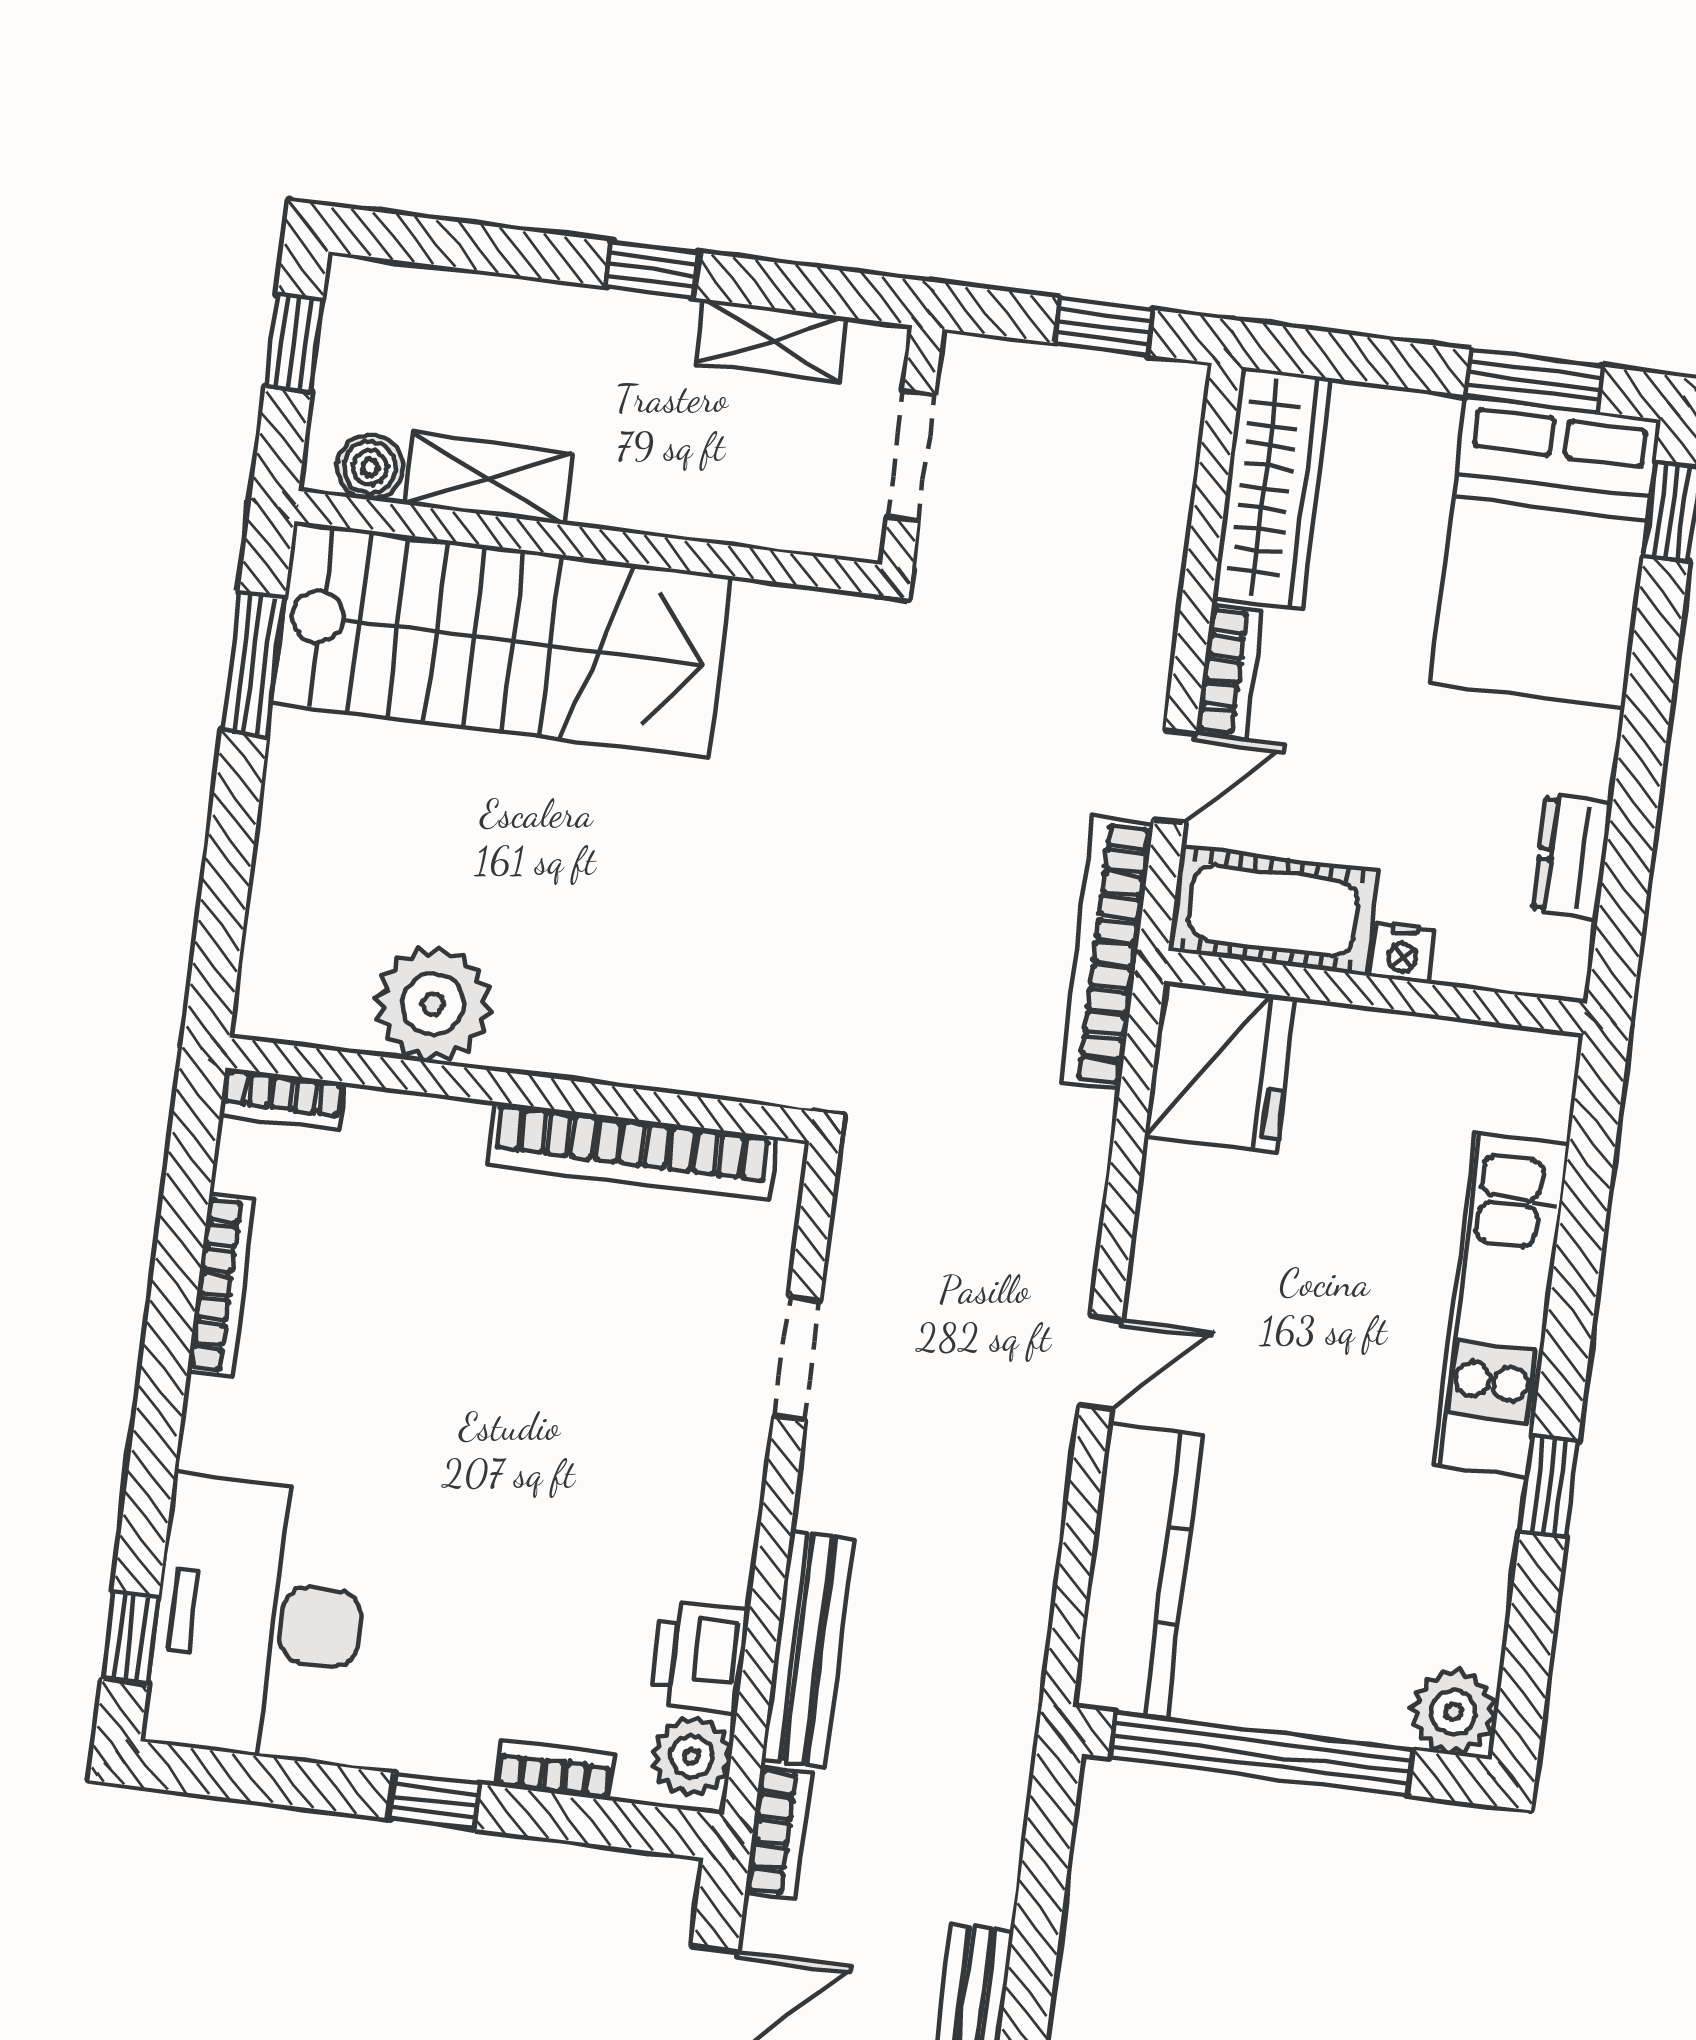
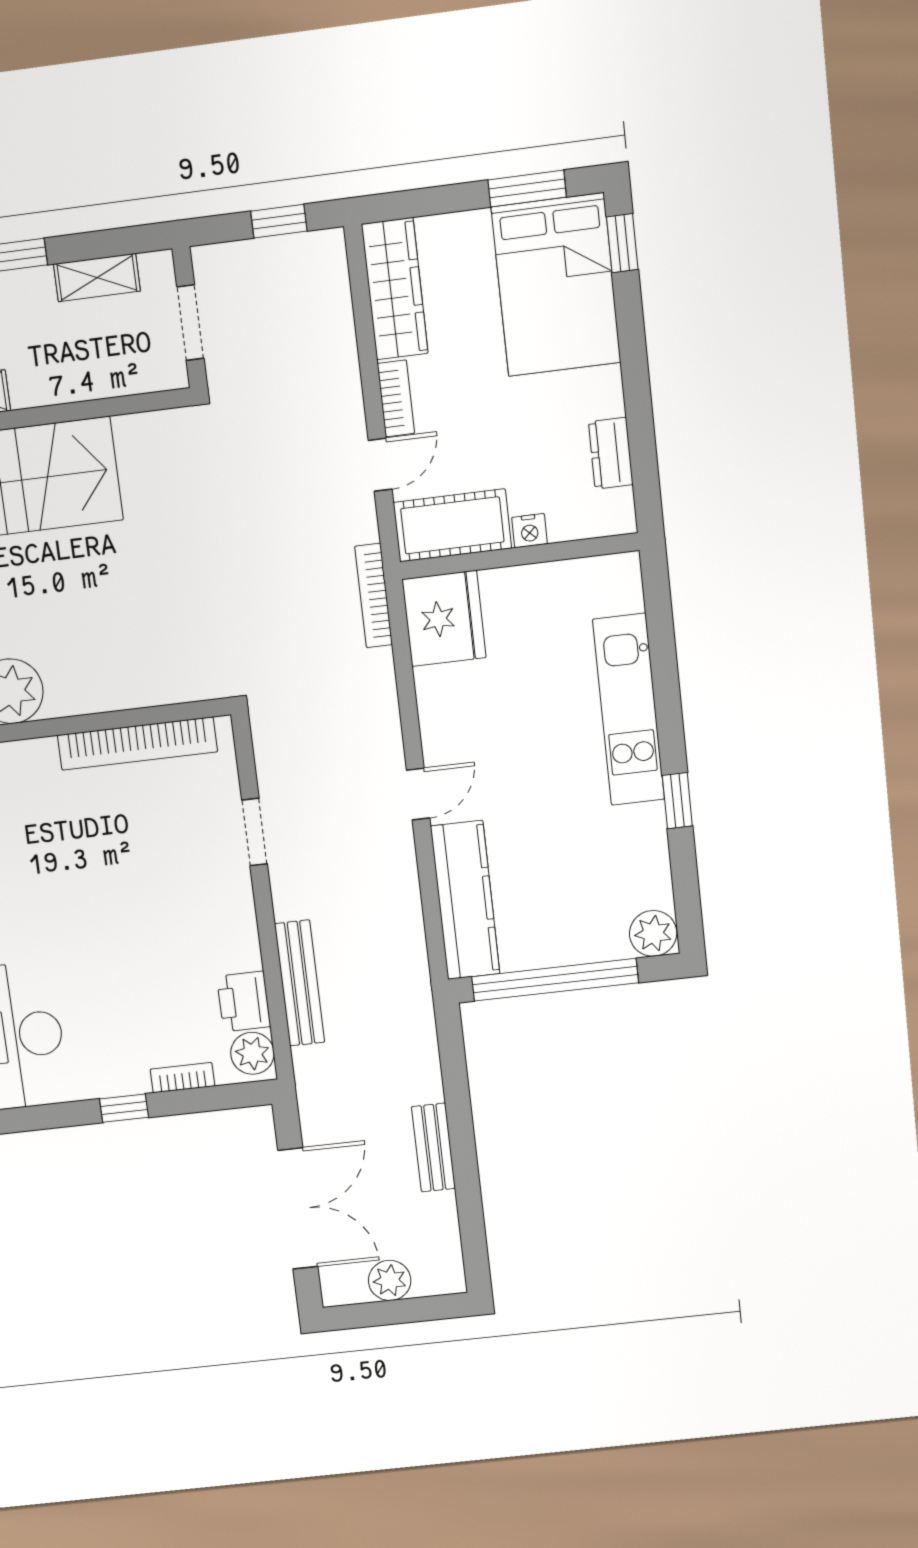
bookcase: (1106, 953) -> (374, 596), width x0.68, depth x0.76
bookcase: (778, 1833) -> (308, 1082), removed

